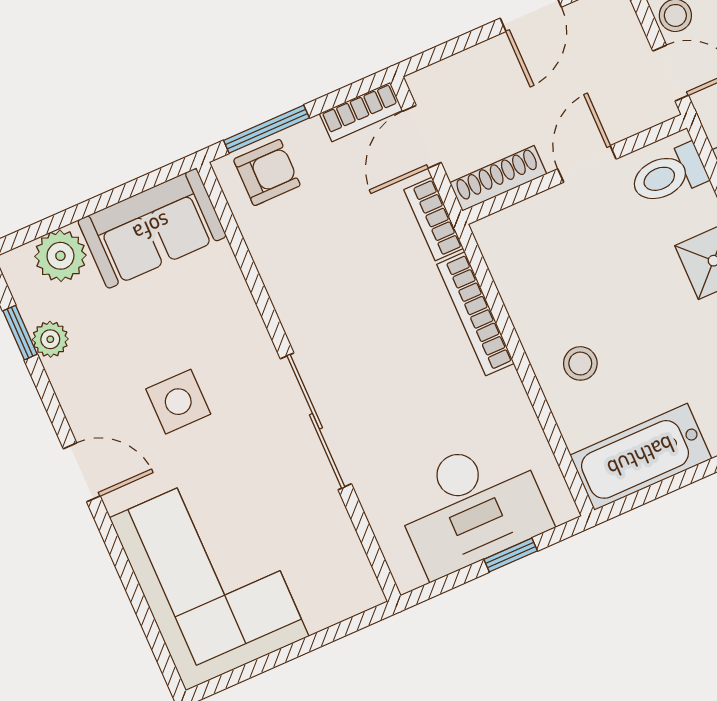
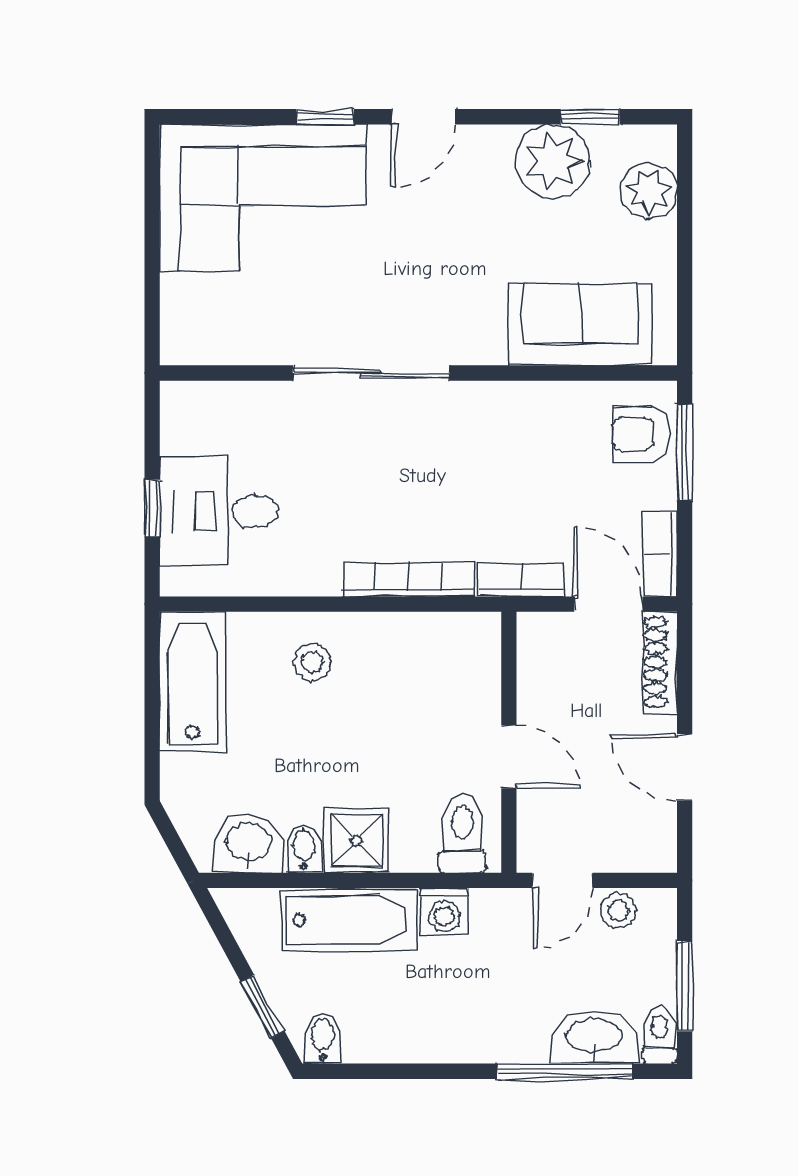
armchair: (267, 172) -> (641, 434), turned 90
shoe rack: (498, 178) -> (660, 662), moved, turned 180
sofa: (152, 228) -> (580, 324), moved, turned 90
plant: (50, 339) -> (553, 161), width x1.88, depth x1.88
side table: (178, 402) -> (452, 244), removed
desk: (471, 506) -> (219, 511), width x0.73
window: (118, 555) -> (325, 117), added

